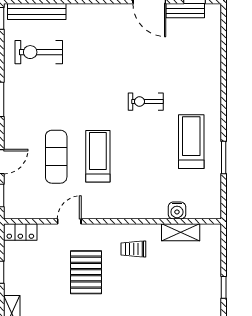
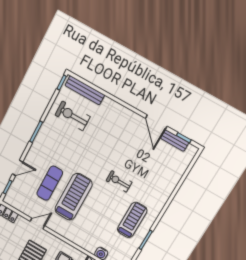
treadmill: (98, 156) -> (73, 197), width x1.37, depth x1.38

